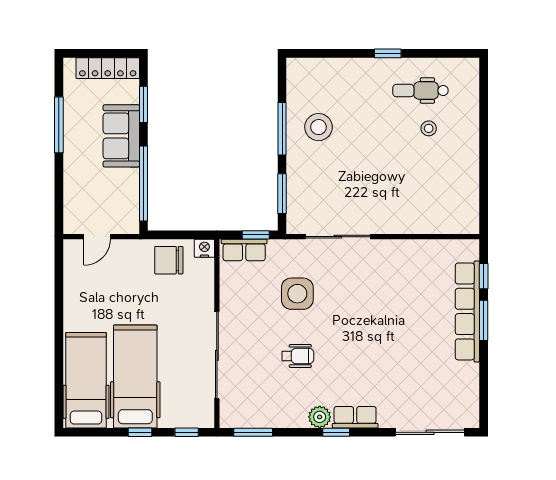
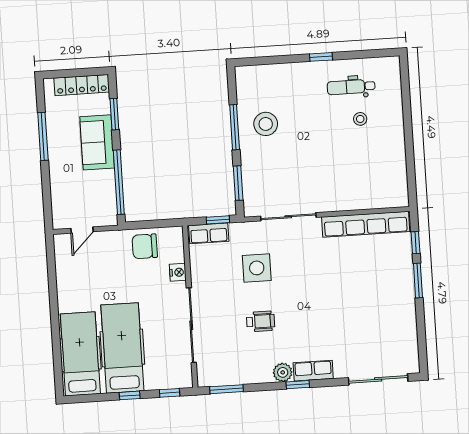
nightstand: (204, 248) -> (178, 272), moved, turned 90
row of seats: (467, 311) -> (366, 224), moved, turned -90

